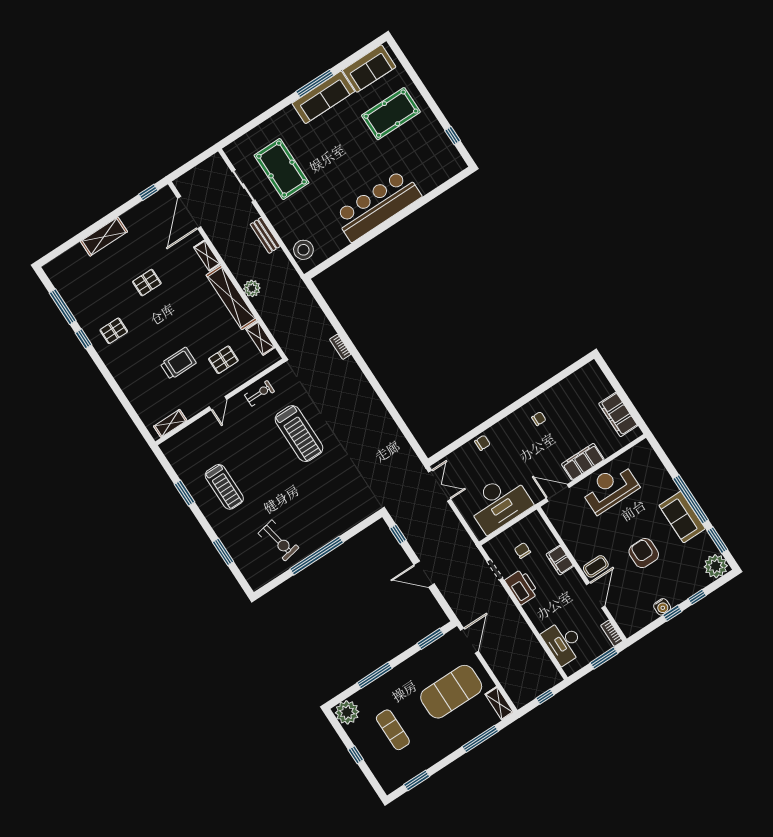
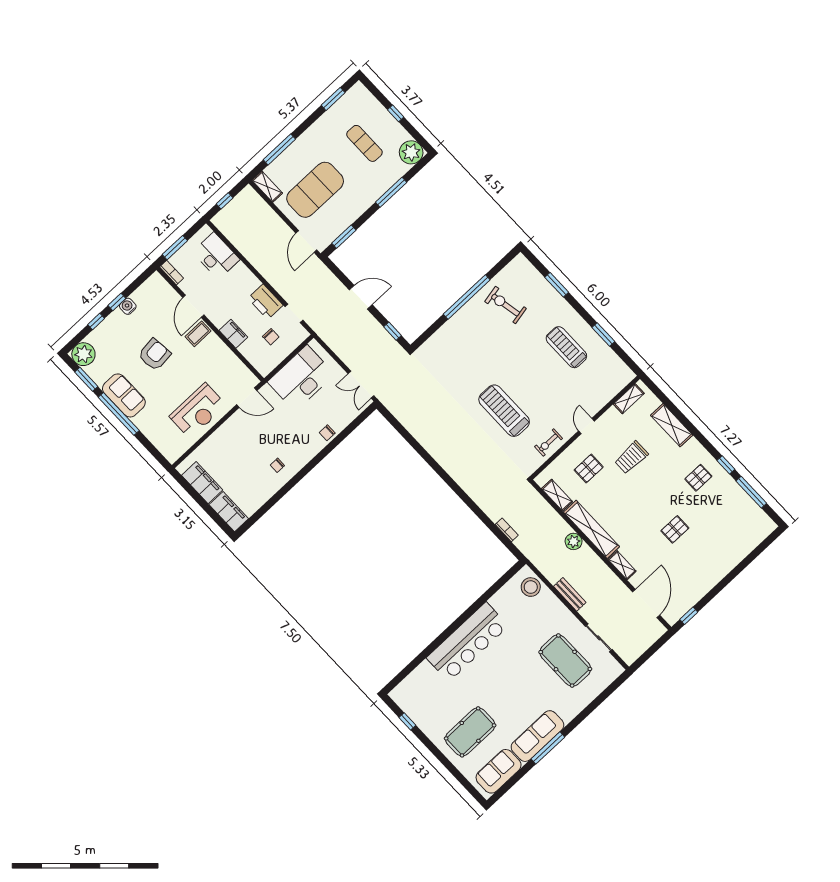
shelving: (104, 237) -> (672, 425), moved, turned 90
bookcase: (340, 347) -> (507, 530), moved
filing cabinet: (583, 462) -> (229, 512), moved, turned -90
armchair: (644, 553) -> (154, 355), turned -96

